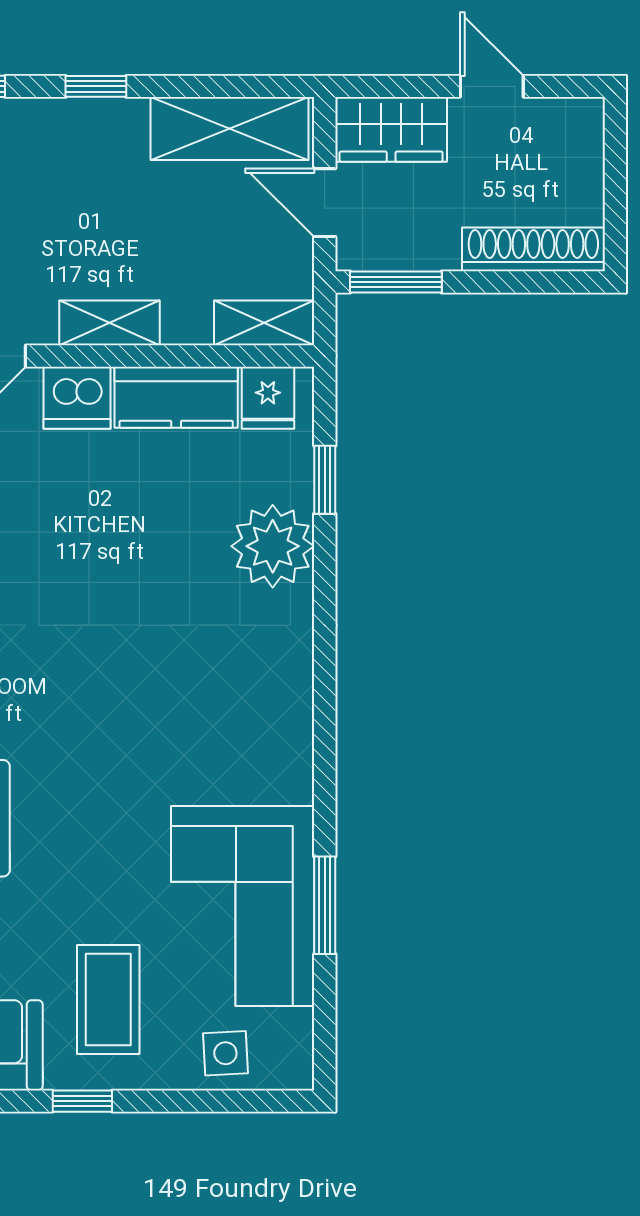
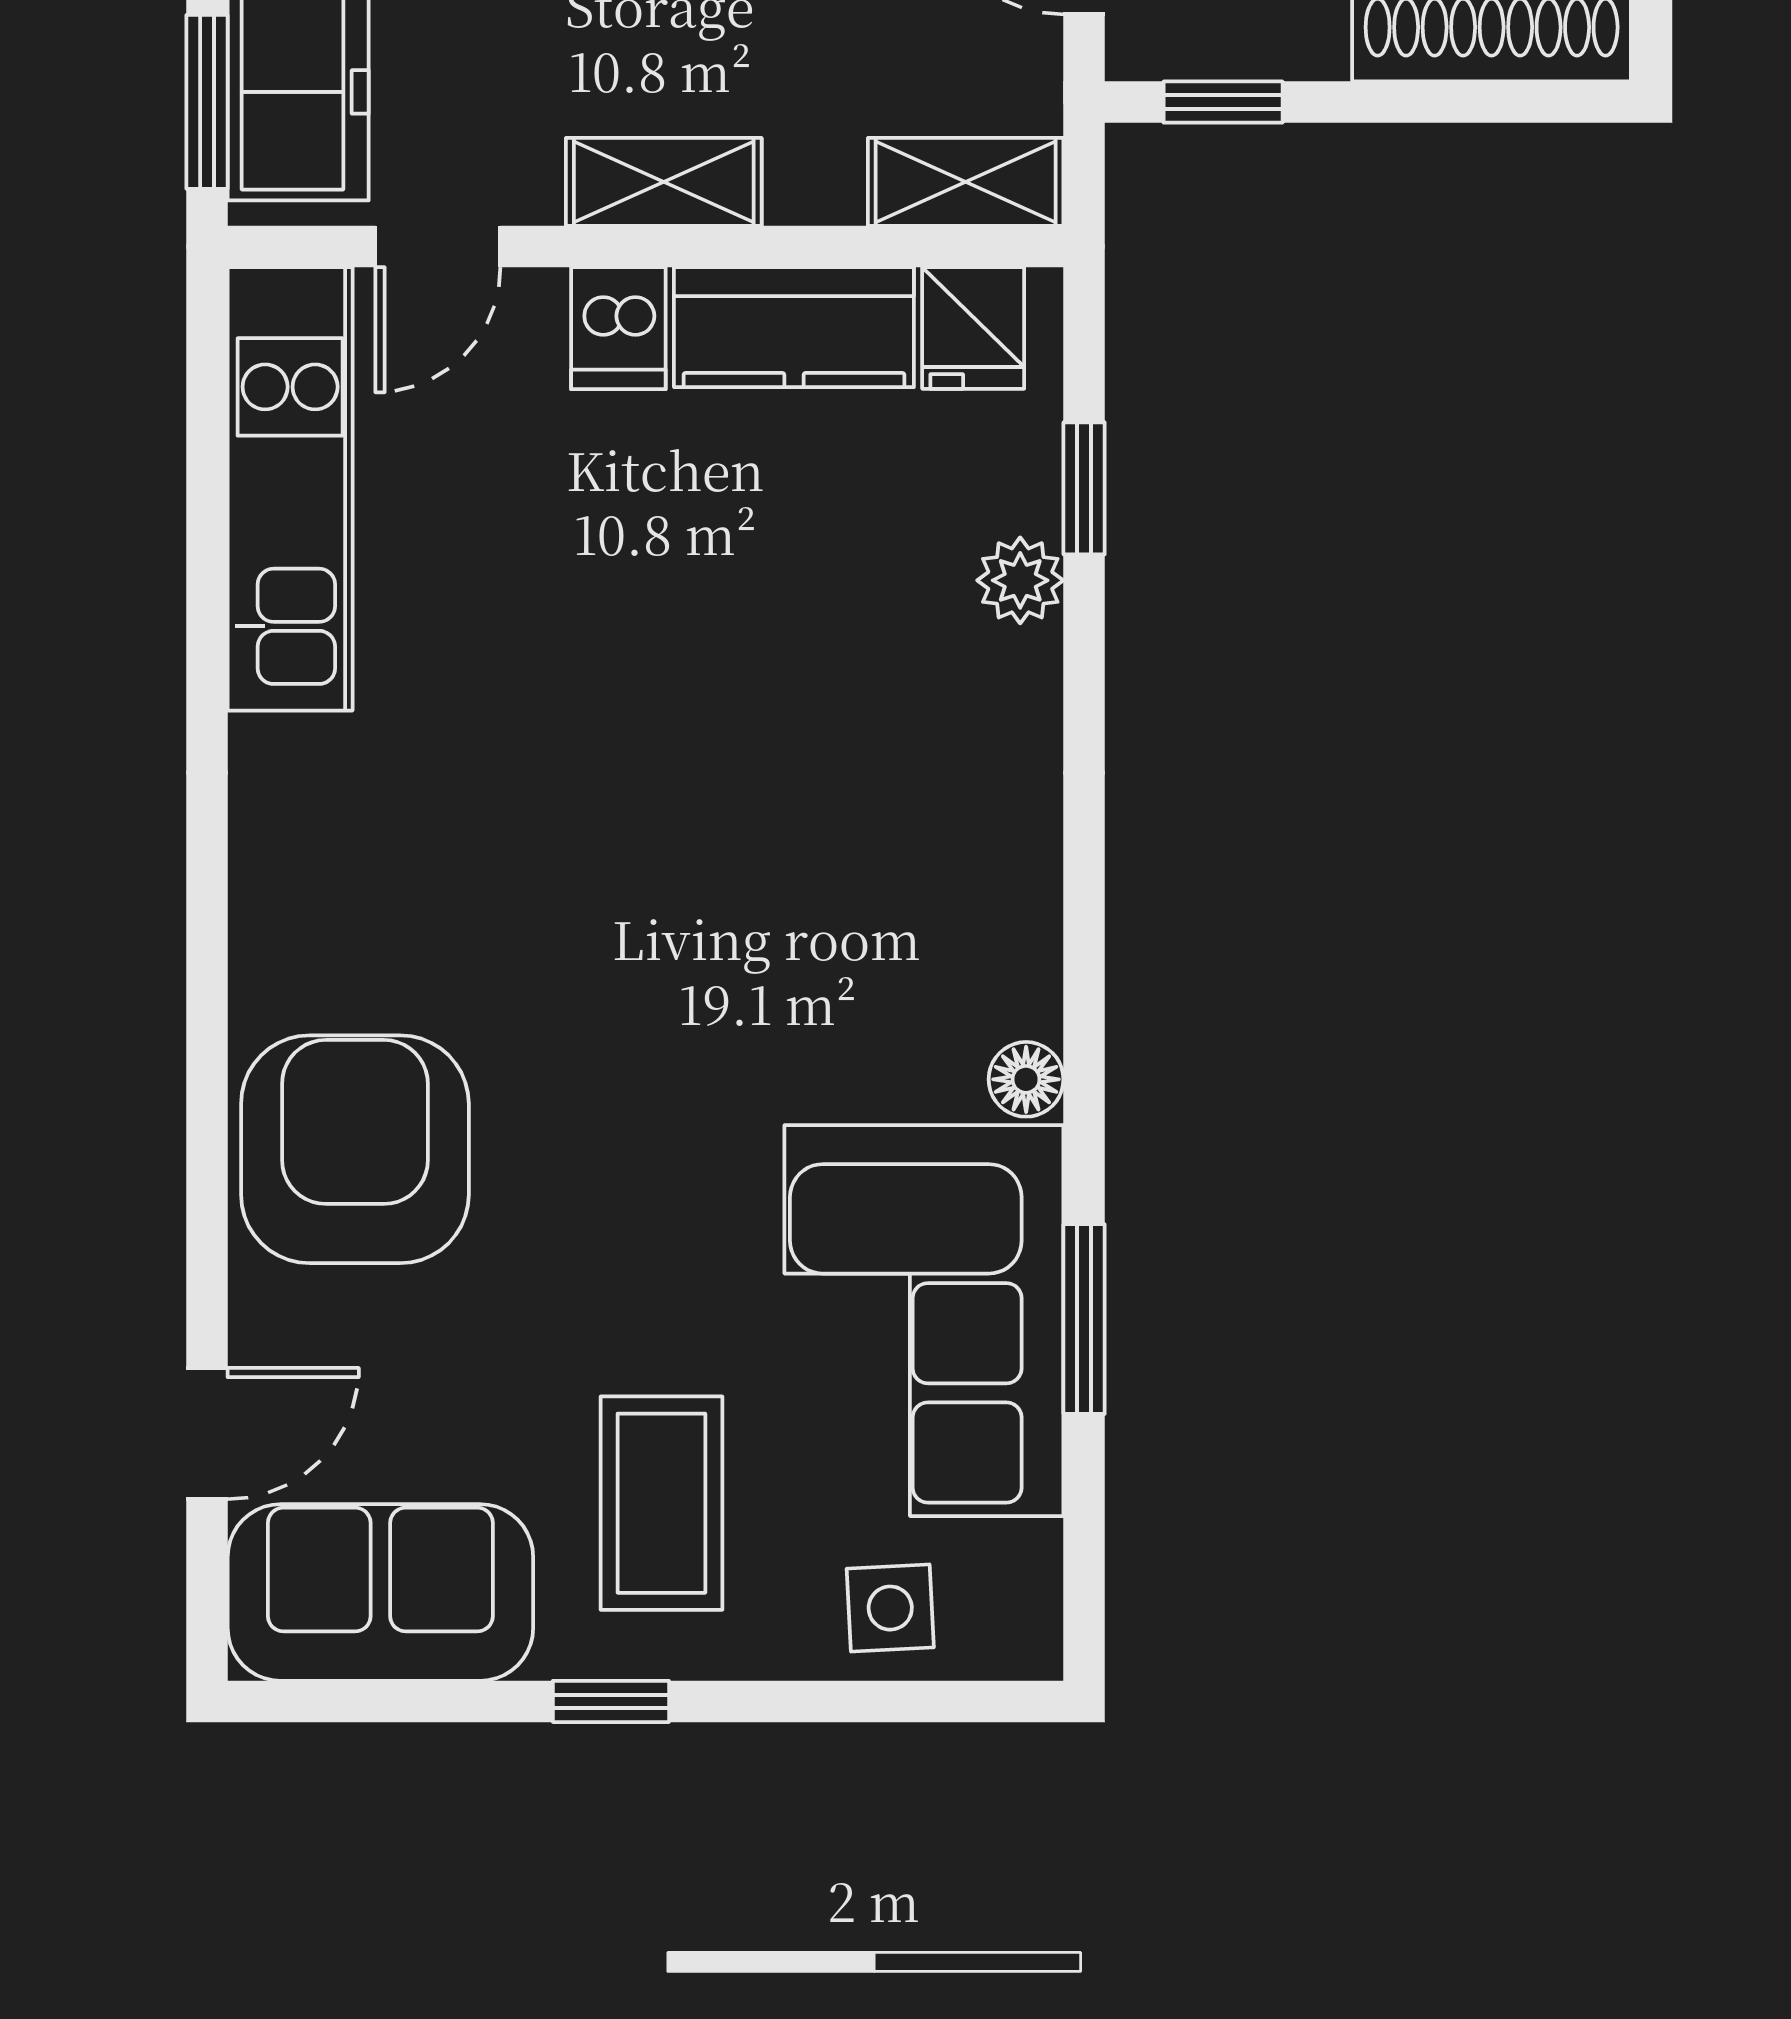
window: (396, 282) -> (1223, 102), width x0.67
dishwasher: (77, 398) -> (618, 328), width x0.73
plant: (273, 546) -> (1020, 580), width x0.53, depth x0.53
floor lamp: (295, 782) -> (1026, 1079), added

